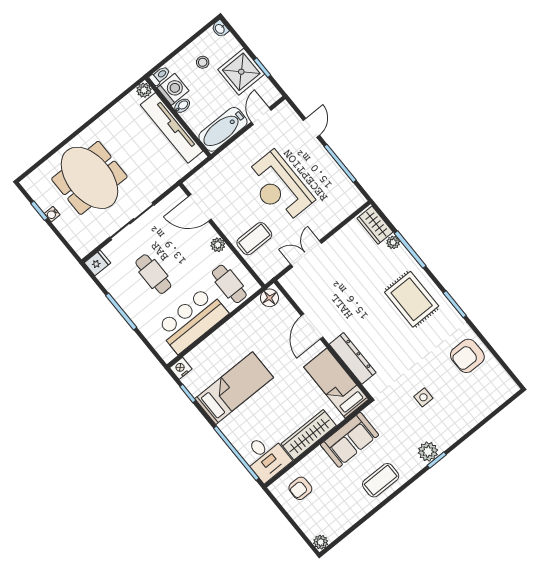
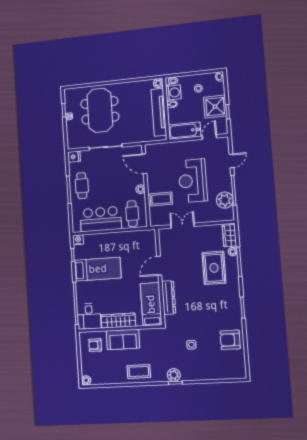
plant: (338, 184) -> (225, 200), added
cafe table: (153, 274) -> (82, 186), moved
floor lamp: (269, 298) -> (148, 235), removed
rug: (412, 299) -> (214, 268), moved
sofa: (349, 440) -> (123, 339), moved

